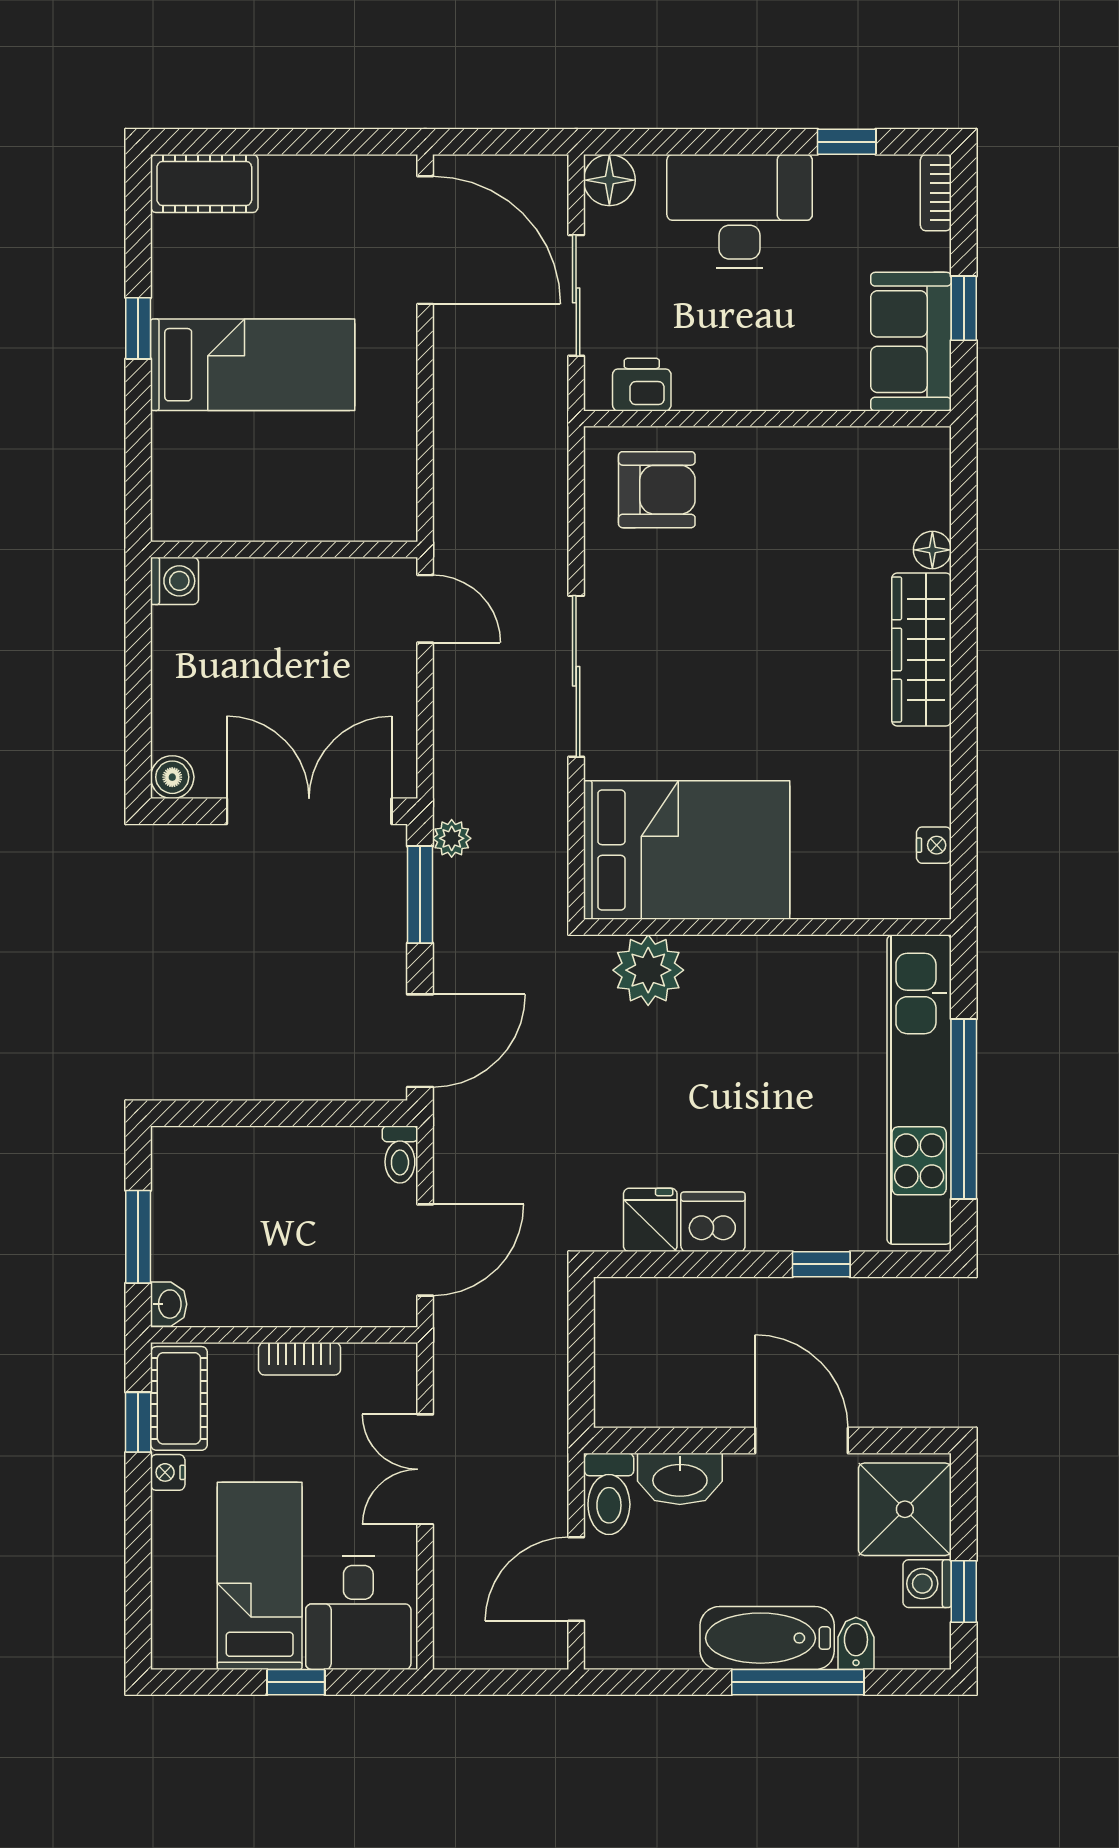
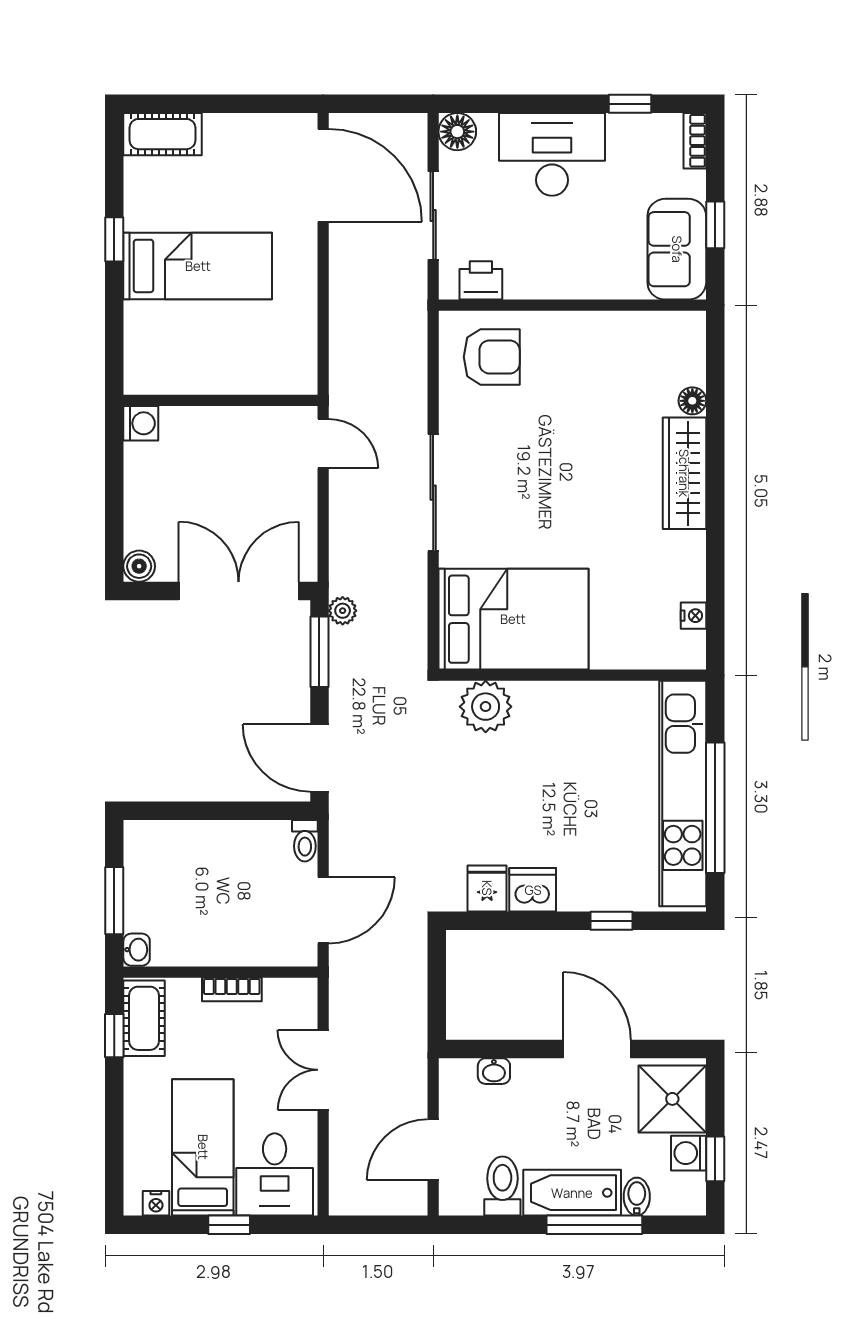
door: (420, 1041) -> (319, 758), swing flipped
nightstand: (168, 1472) -> (156, 1203), moved, turned -90
washbasin: (680, 1479) -> (494, 1071), width x0.52, depth x0.69
toilet: (609, 1494) -> (502, 1186), moved, turned 180

